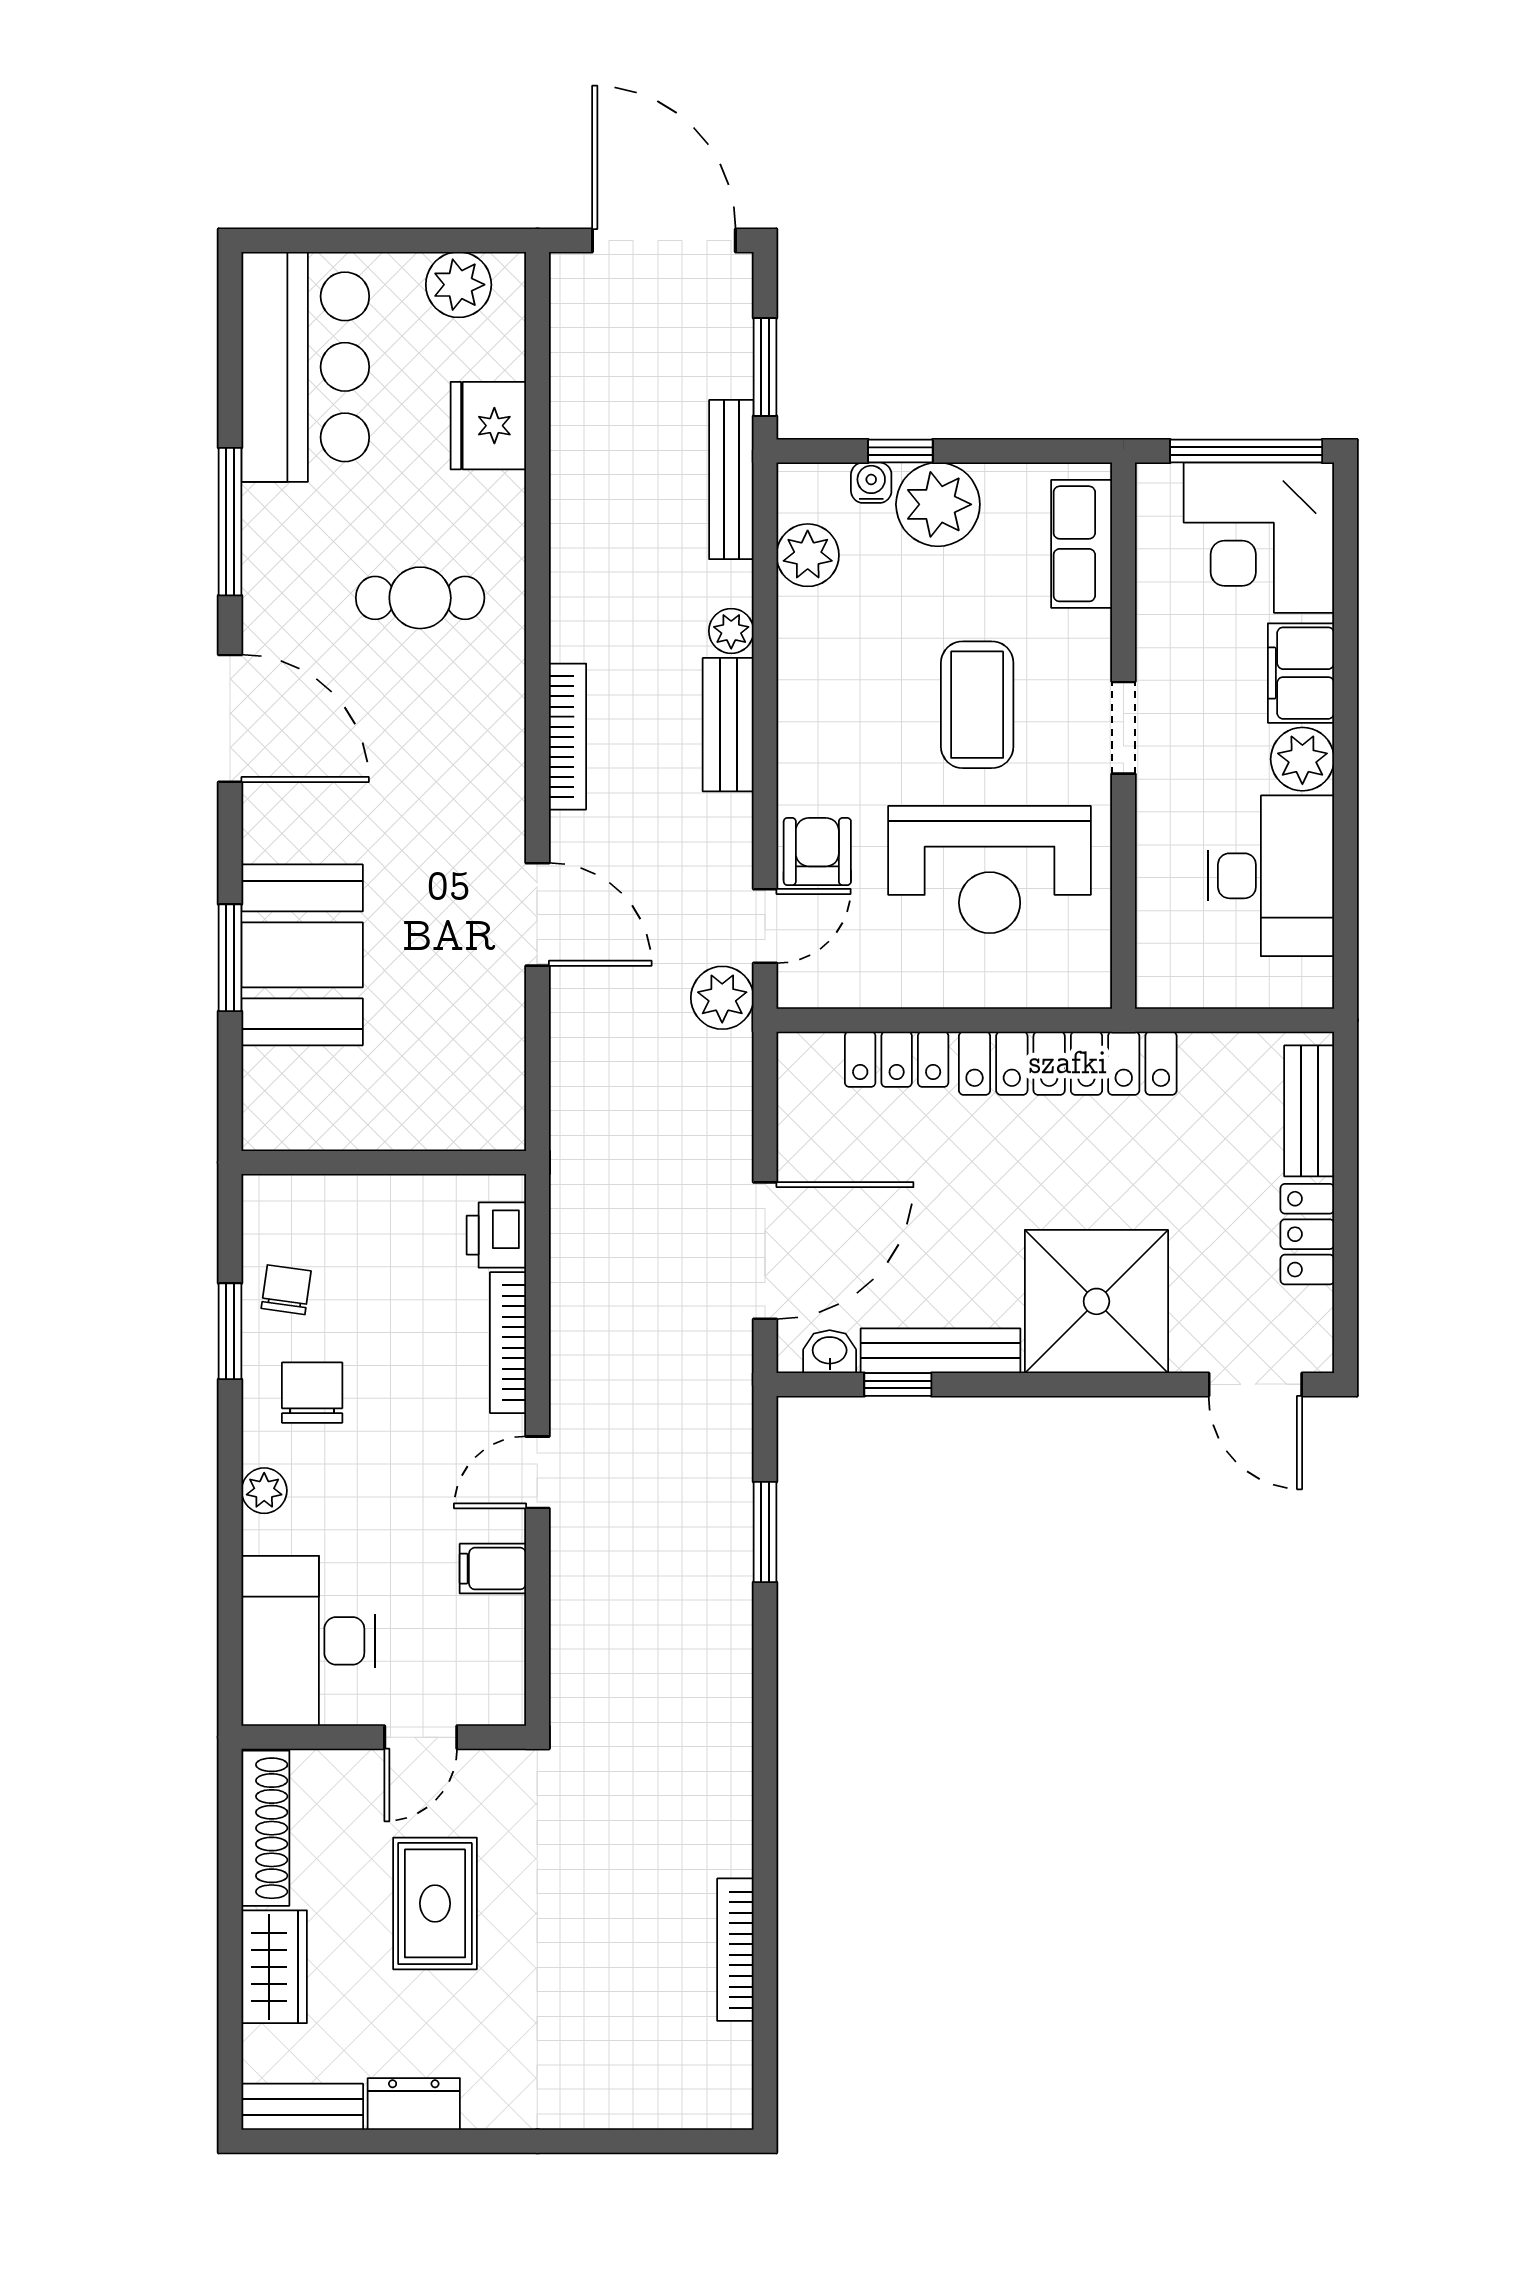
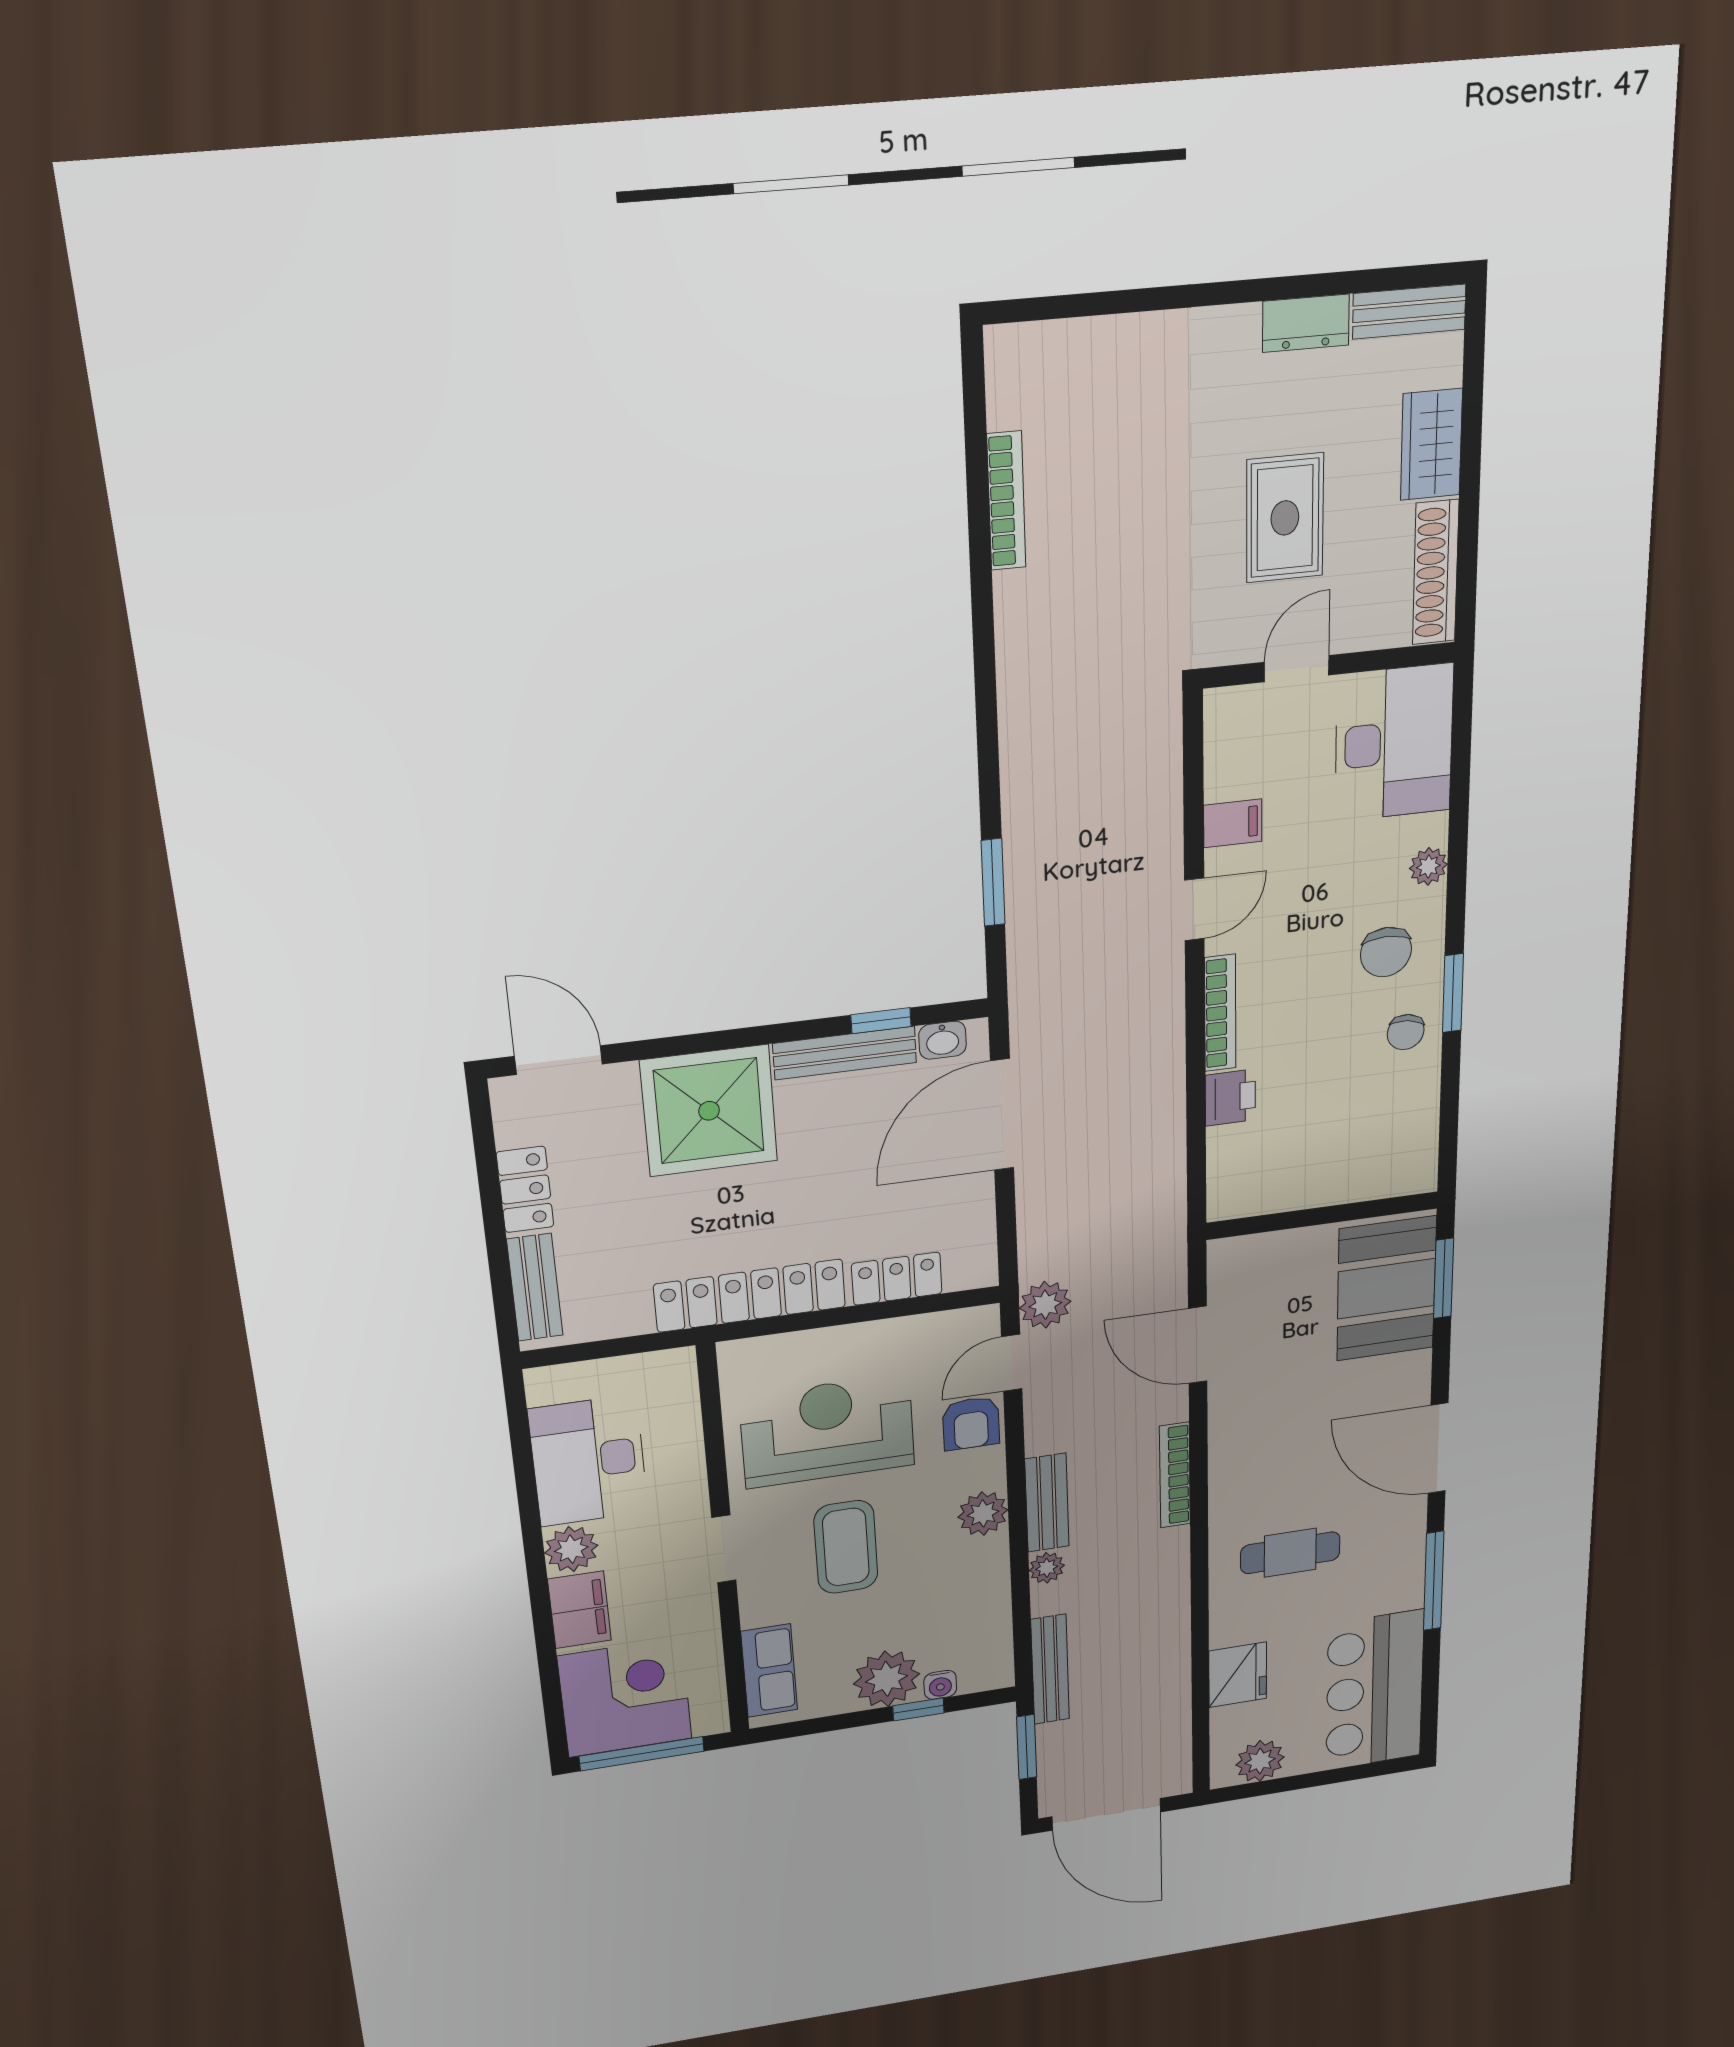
plant: (808, 555) -> (983, 1513), moved
wall: (384, 1162) -> (1322, 1216), moved

